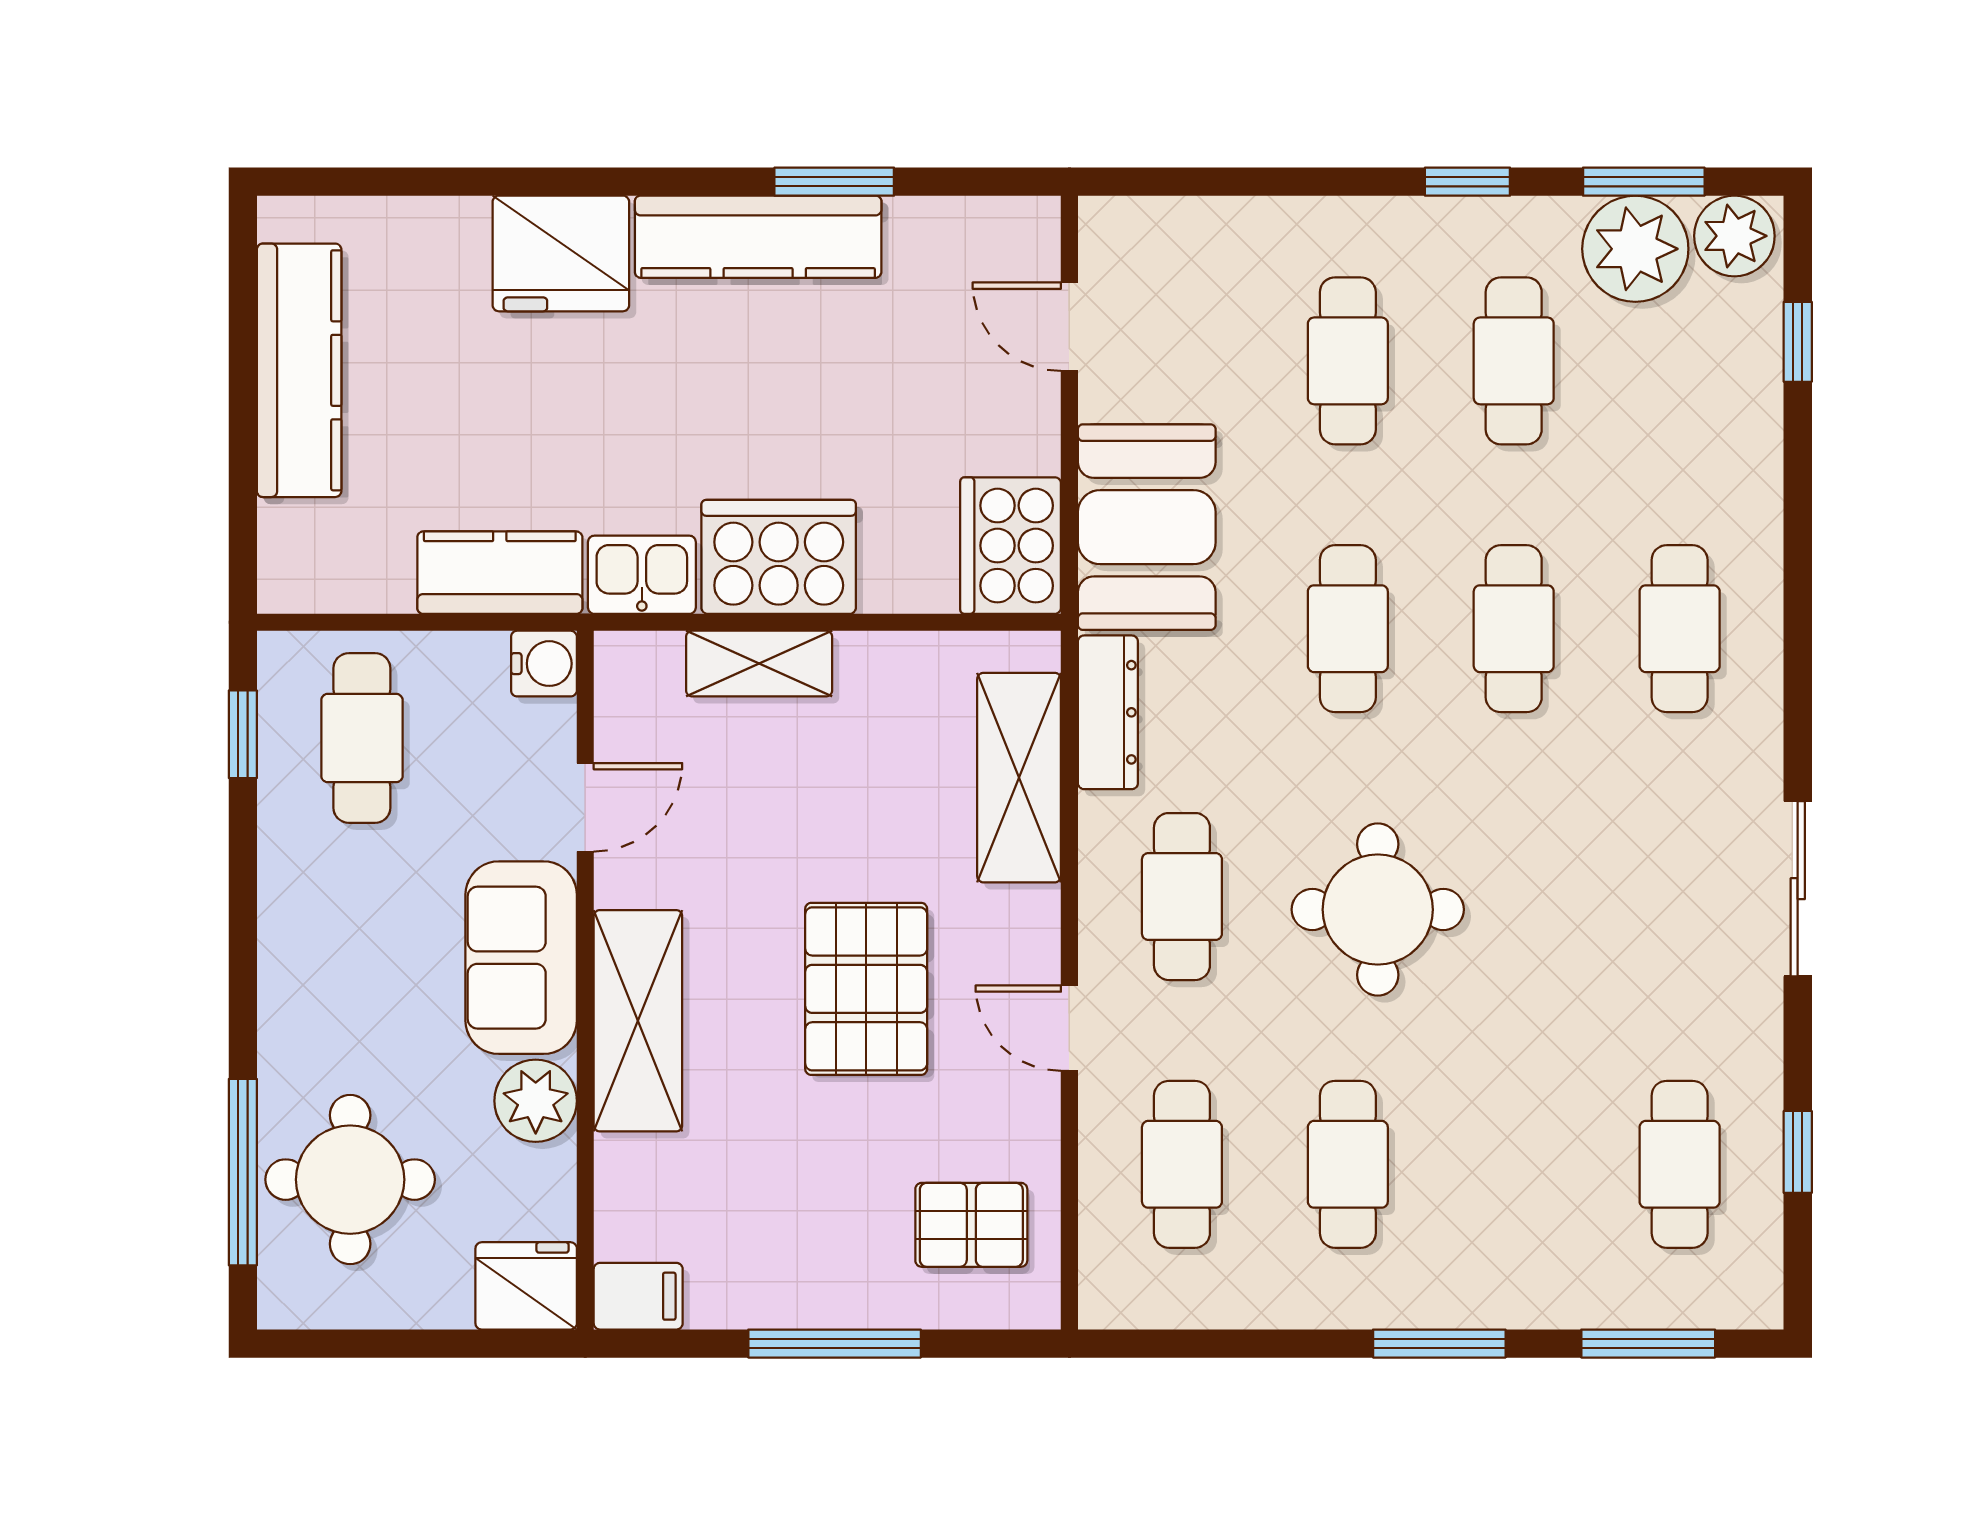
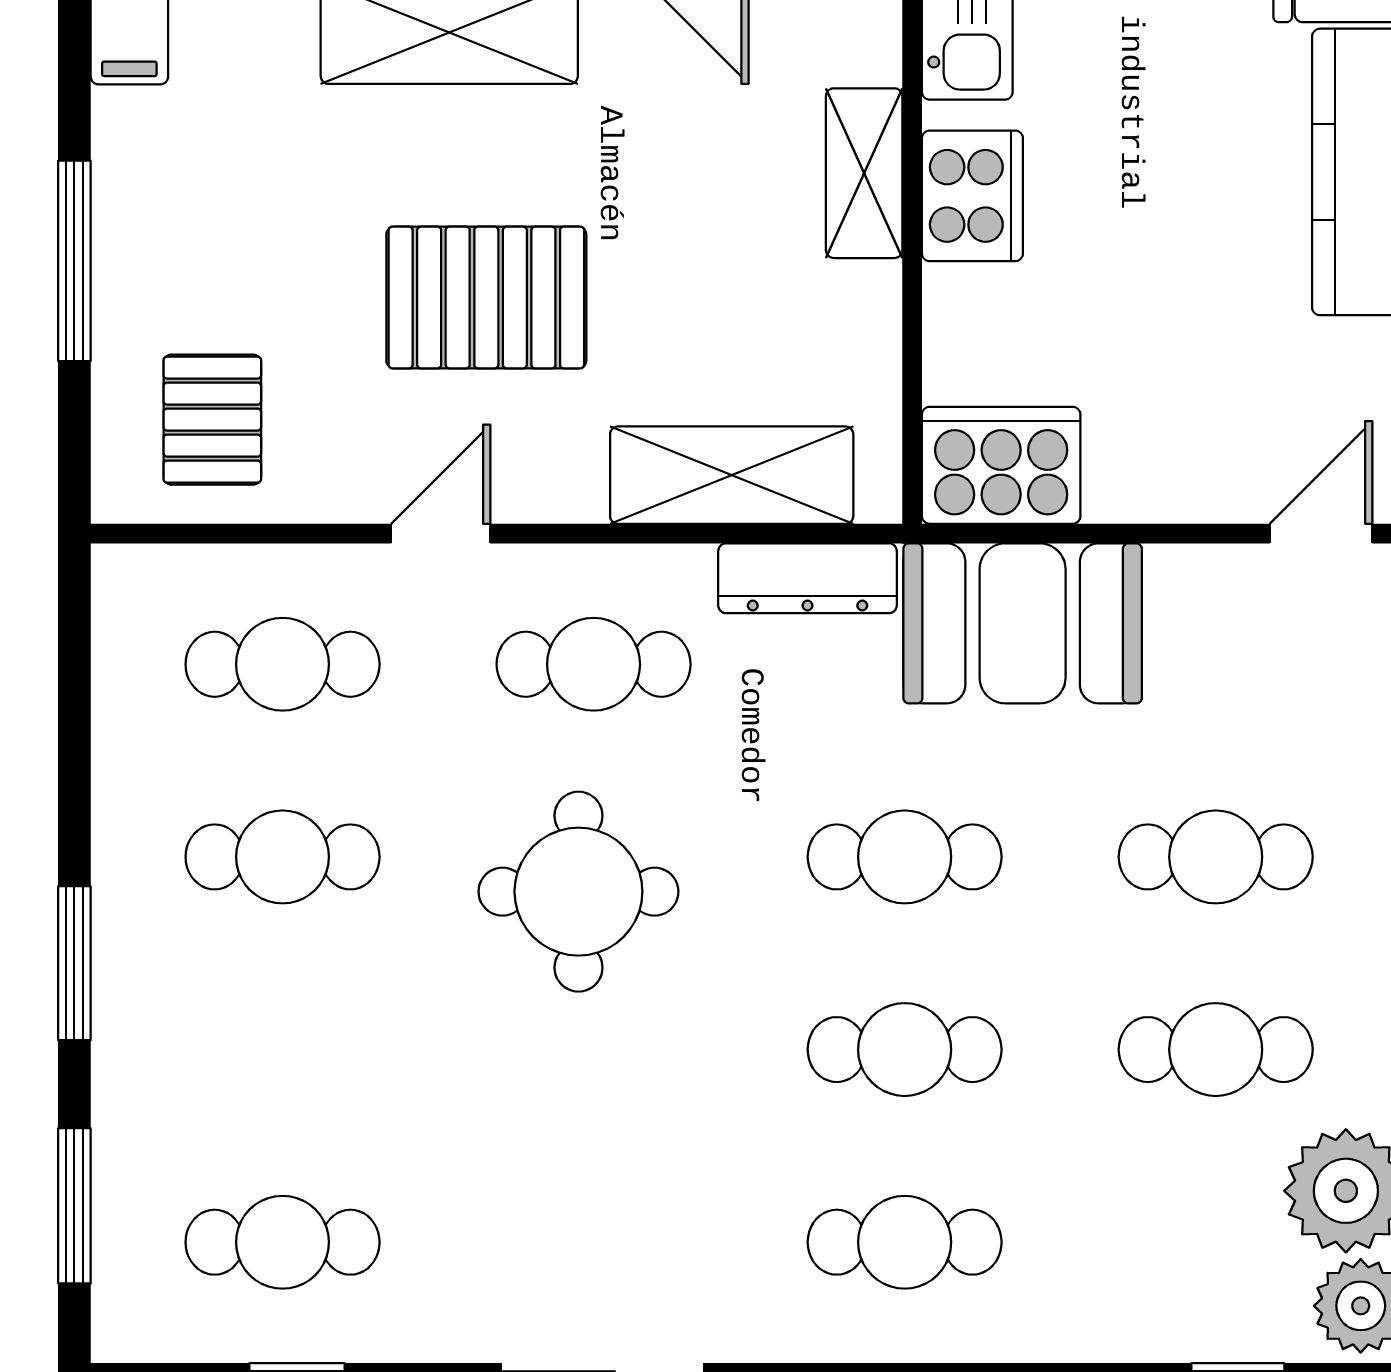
door: (1069, 327) -> (1321, 534), moved
cooker: (779, 557) -> (972, 196), width x0.73, depth x0.76

